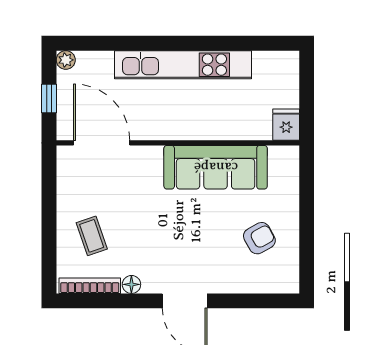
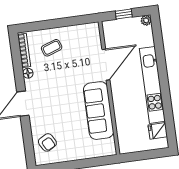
fridge: (286, 125) -> (158, 131), moved, turned 180
door: (102, 143) -> (106, 65), moved
armchair: (259, 238) -> (47, 142), moved

